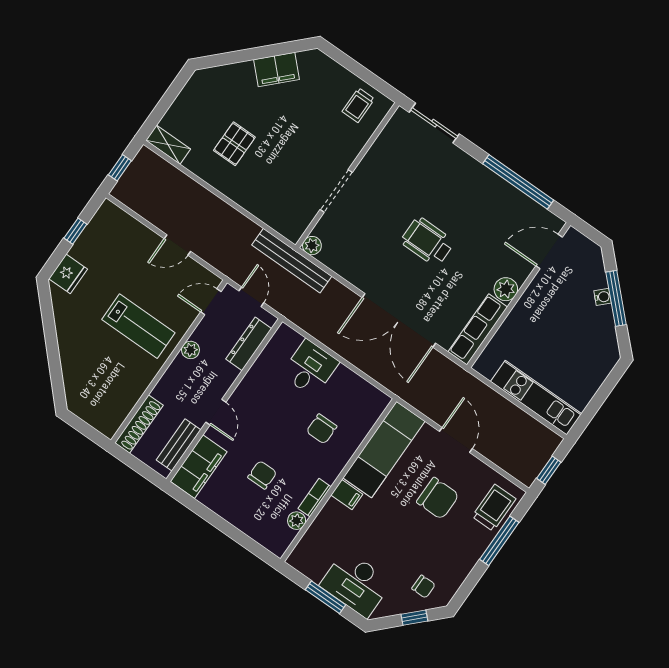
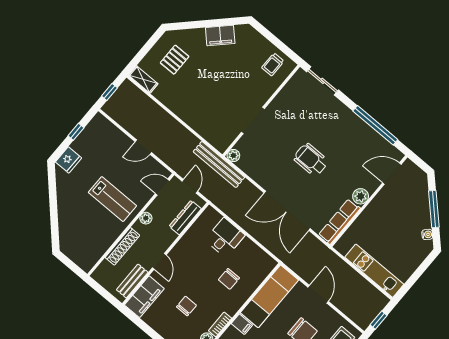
pallet: (234, 144) -> (175, 60), moved
water cooler: (603, 297) -> (427, 234), moved
shoe rack: (139, 424) -> (122, 246), moved

